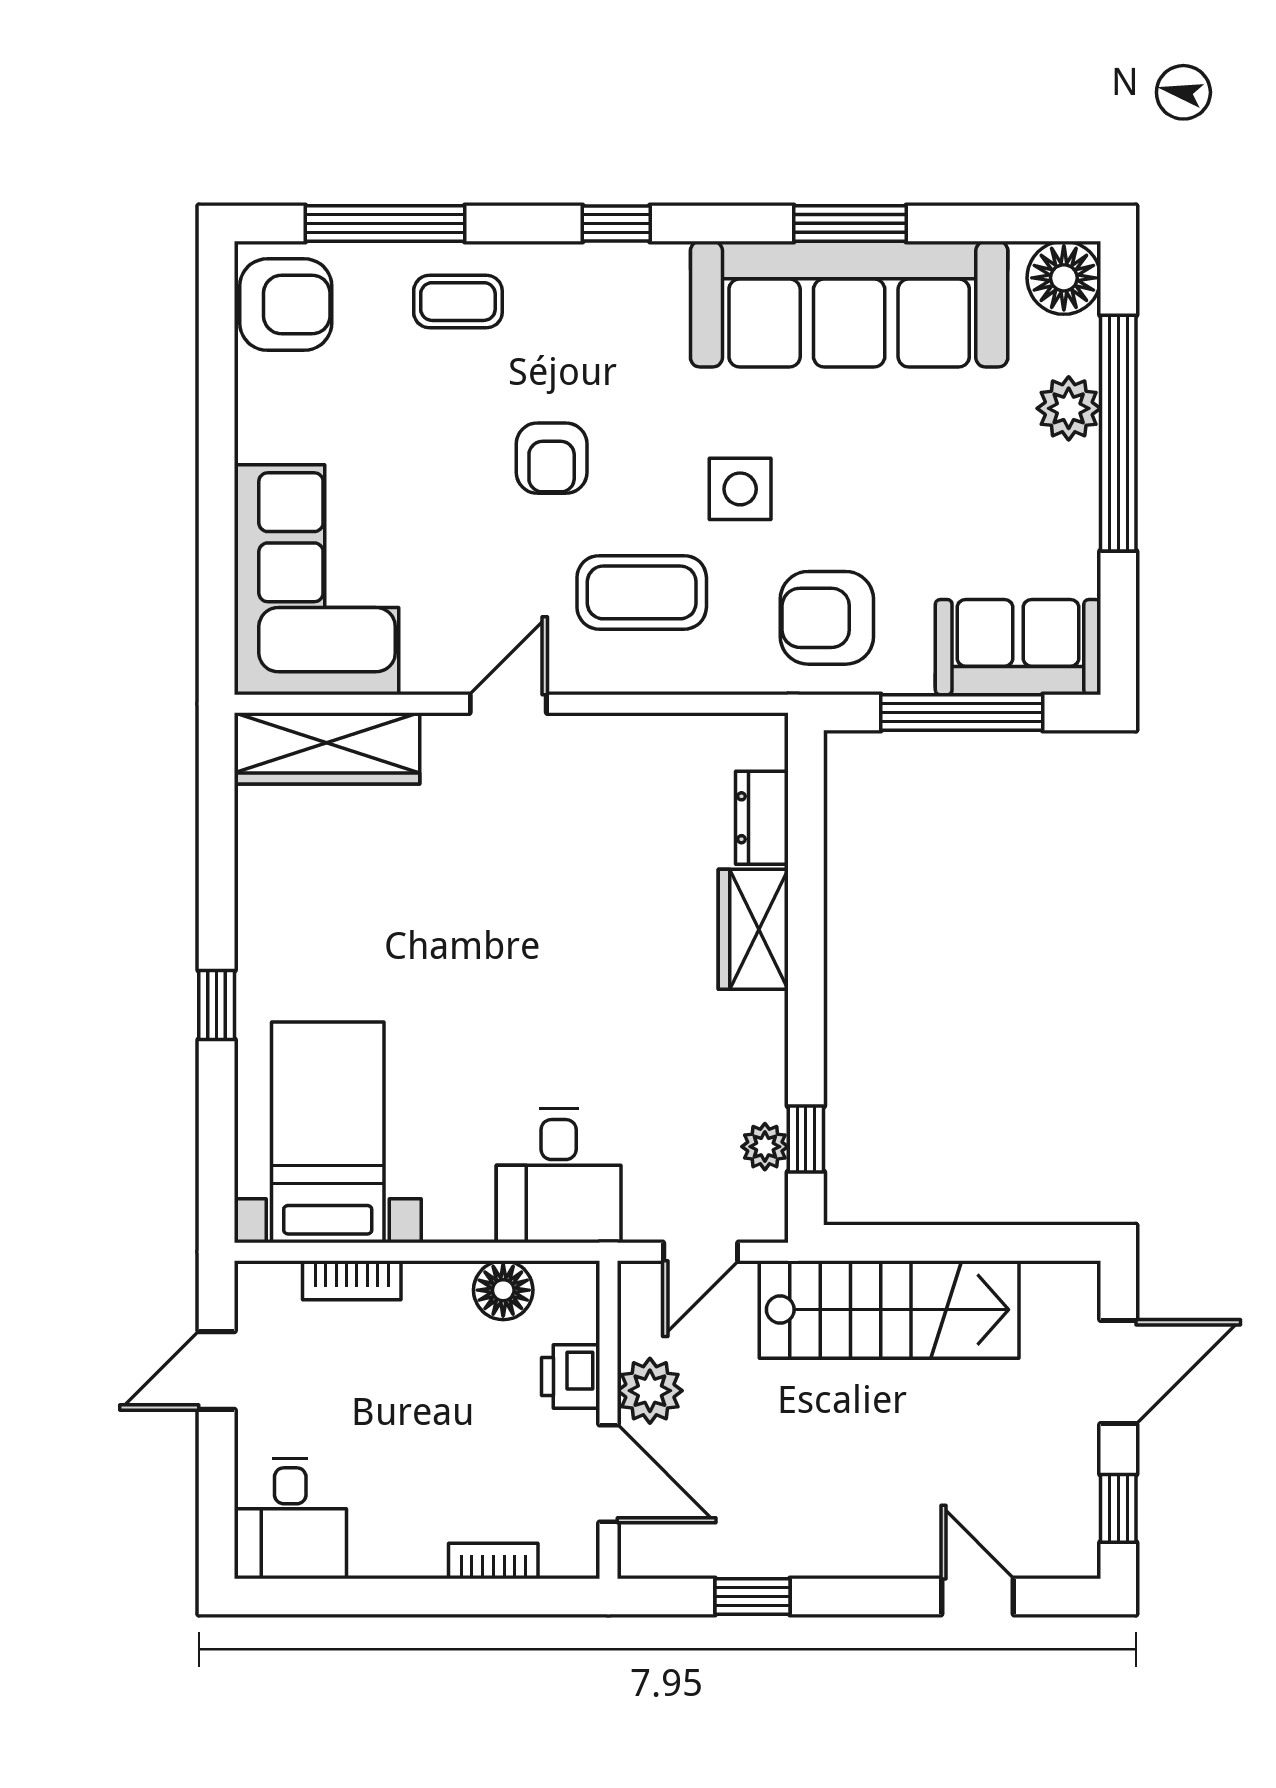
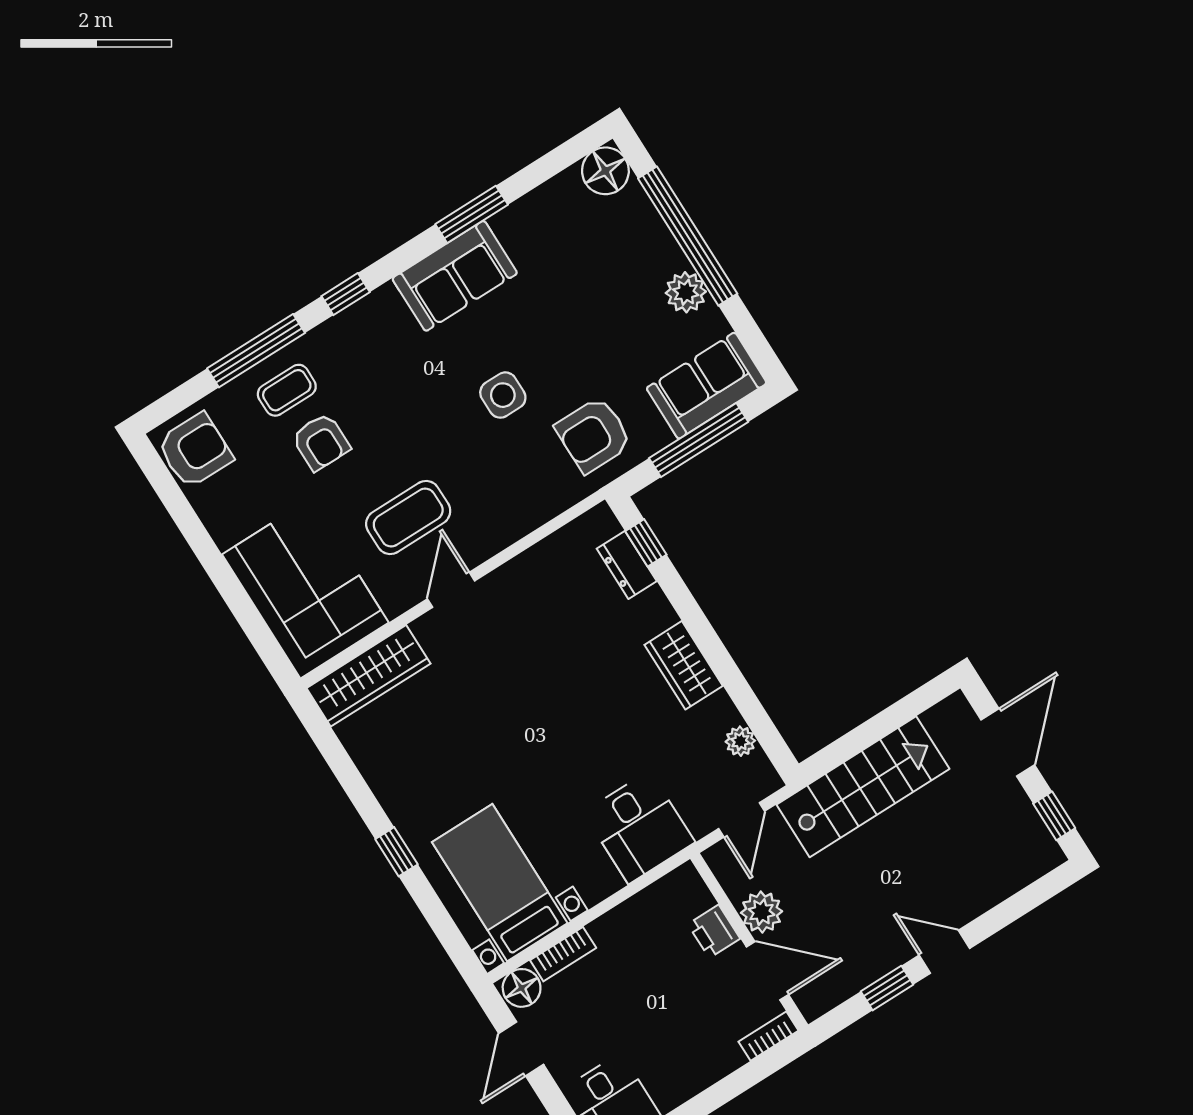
window: (385, 223) -> (256, 351), moved
sofa: (849, 304) -> (455, 276), width x0.54, depth x0.79
plant: (1069, 408) -> (686, 292), moved
armchair: (552, 458) -> (321, 442), moved
coffee table: (642, 592) -> (408, 518), moved
wardrobe: (753, 929) -> (684, 665), moved
window: (806, 1139) -> (646, 543), moved
floor lamp: (503, 1290) -> (522, 988), moved
bookcase: (493, 1561) -> (768, 1036), moved
door: (978, 1596) -> (944, 952), moved

